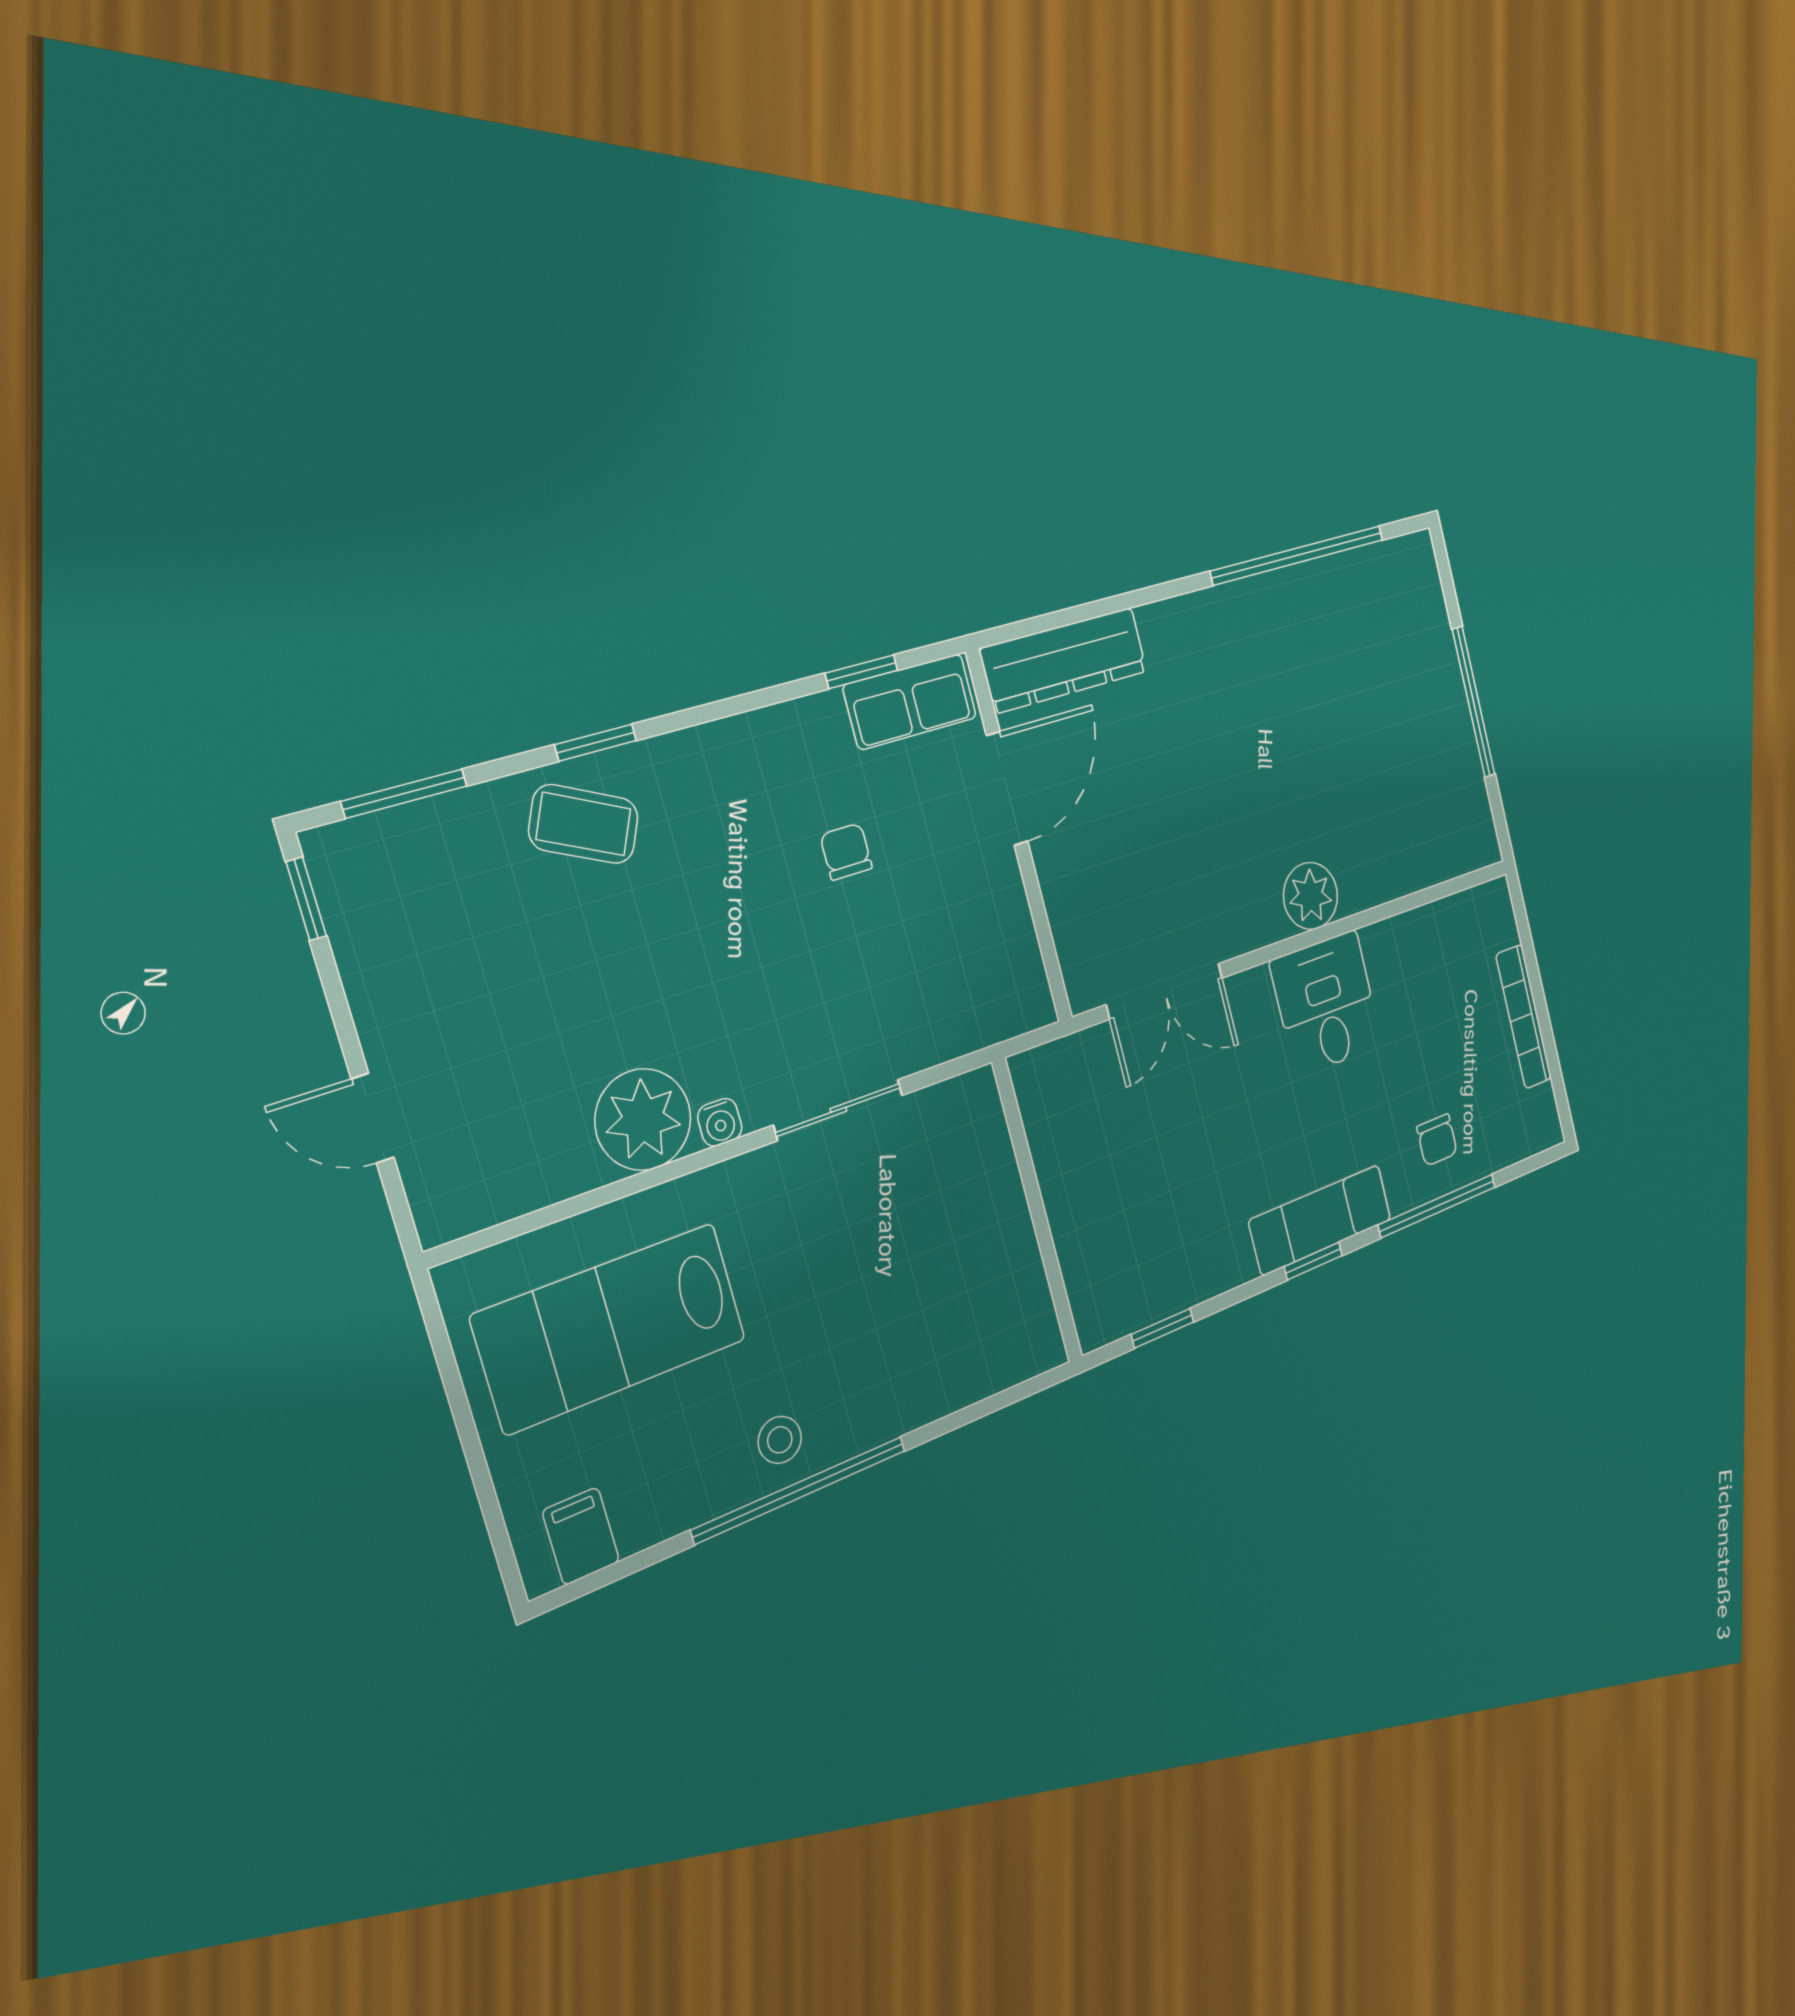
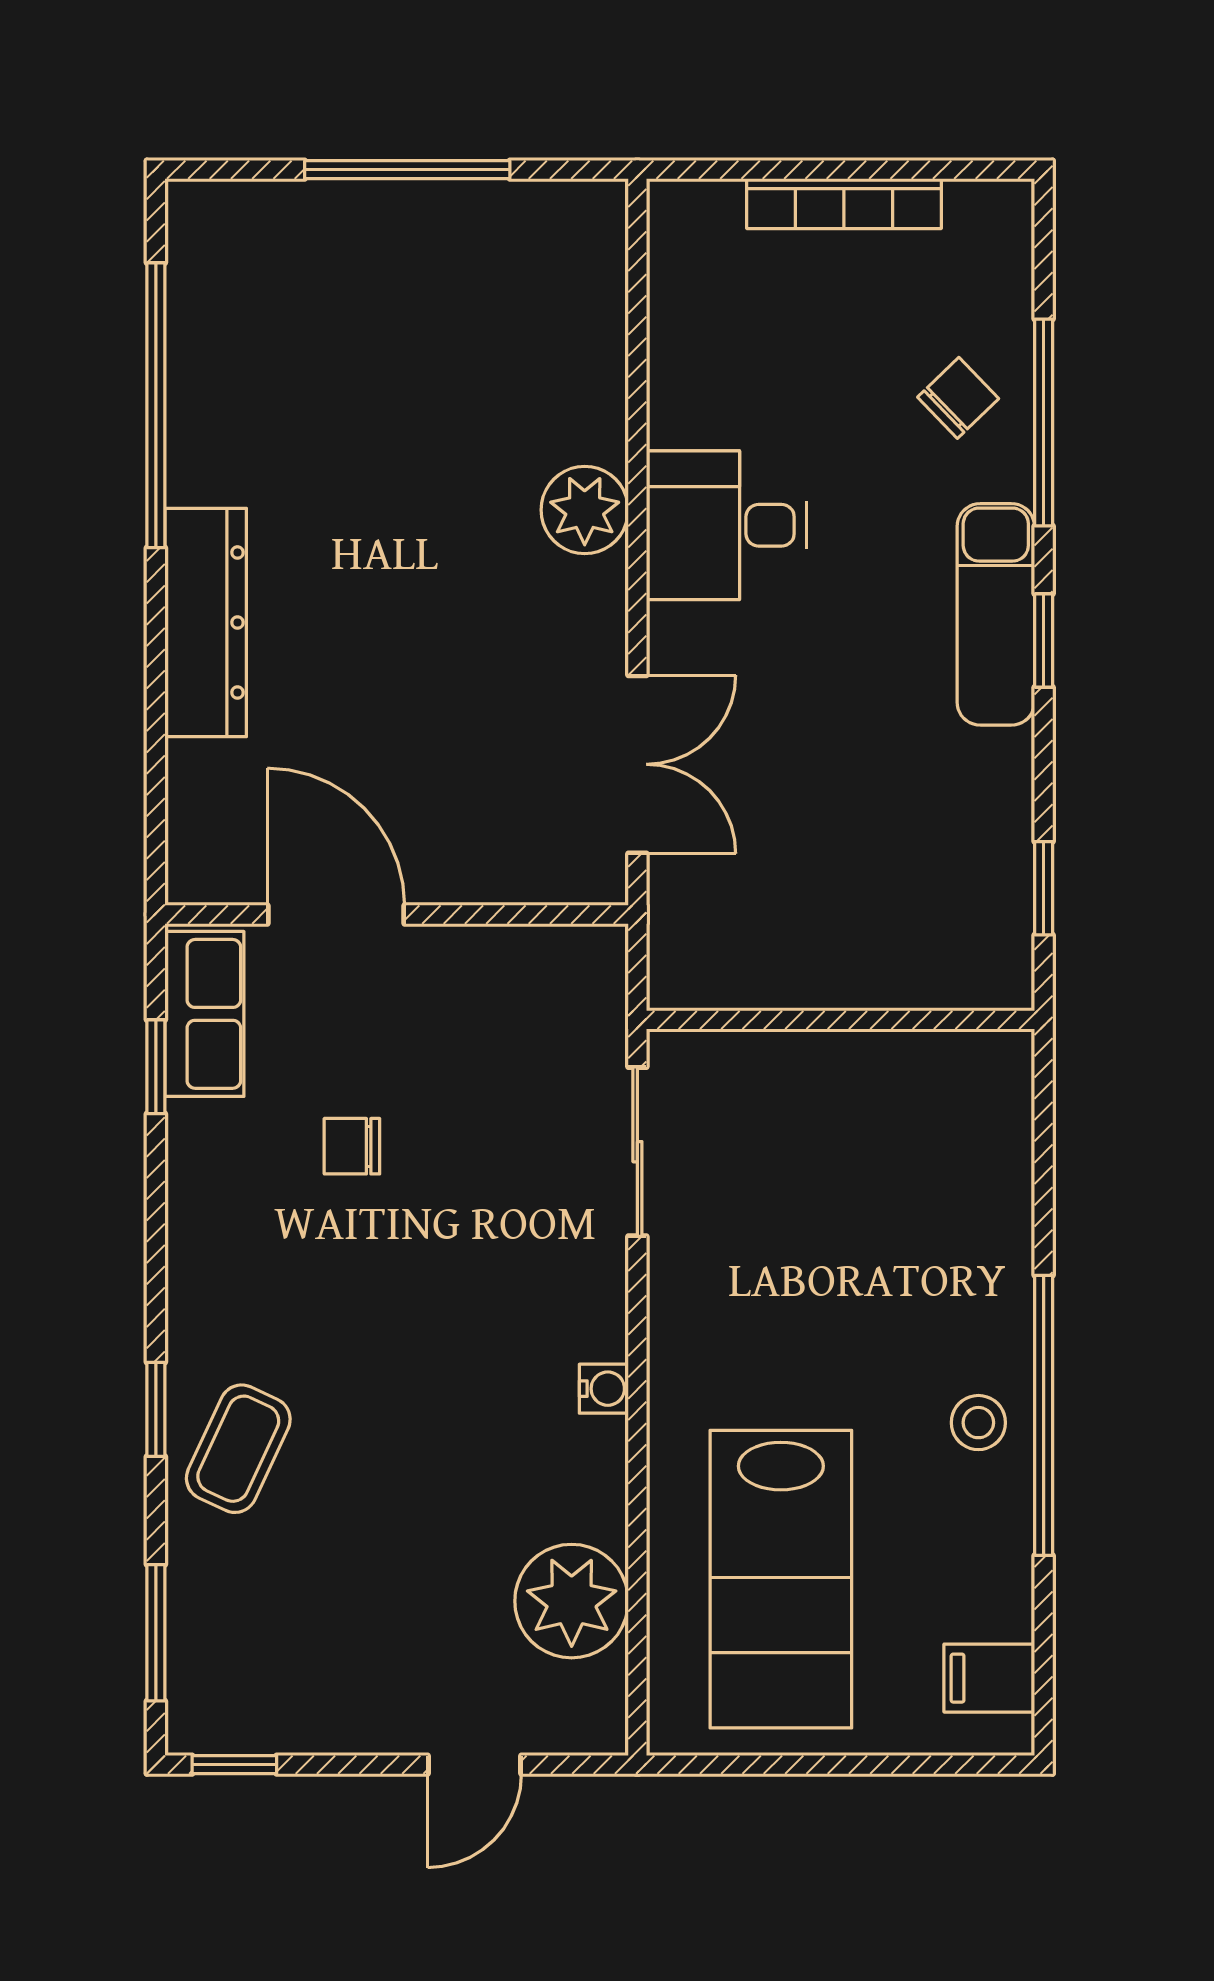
dresser: (1064, 660) -> (206, 622), moved
sliding door: (839, 1110) -> (637, 1152), moved
plant: (643, 1120) -> (572, 1601), moved
chair: (1437, 1140) -> (958, 398), turned -44

